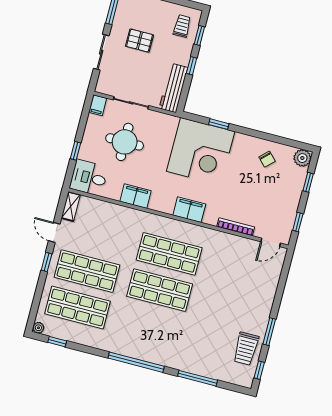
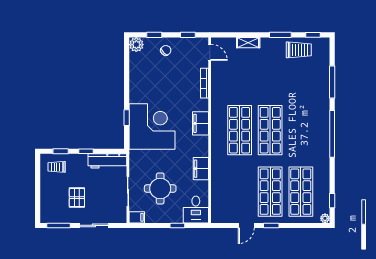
chair: (267, 159) -> (166, 50), moved
shelving: (71, 206) -> (248, 43), moved

